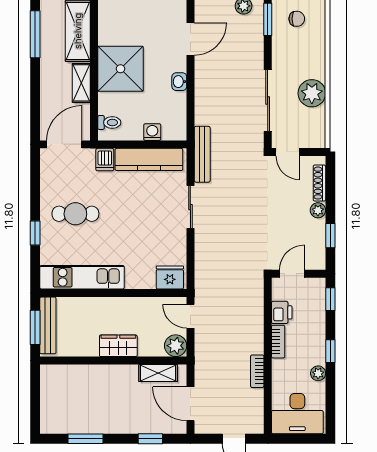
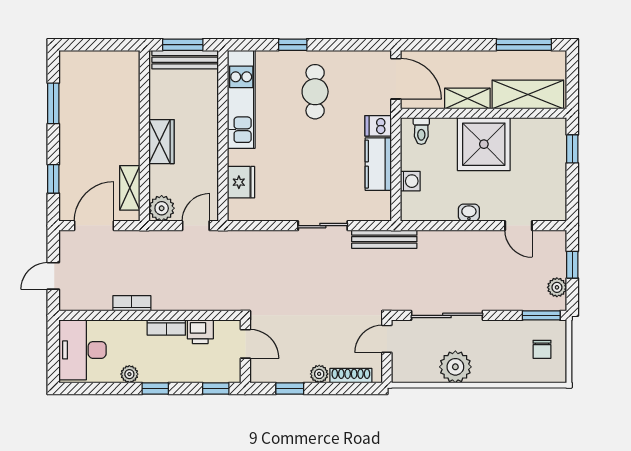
door: (190, 39) -> (519, 226), width x0.73
kitchen counter: (149, 159) -> (378, 164), width x0.67
fridge: (170, 277) -> (241, 182), moved

